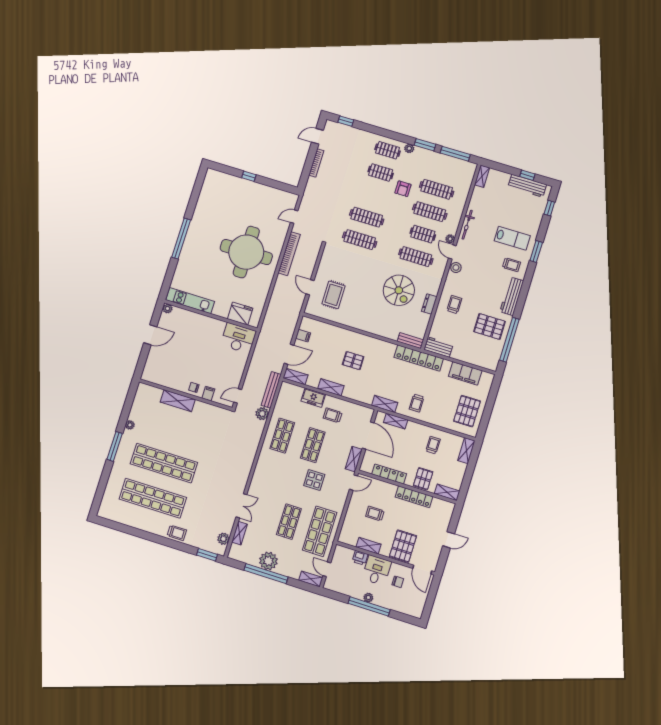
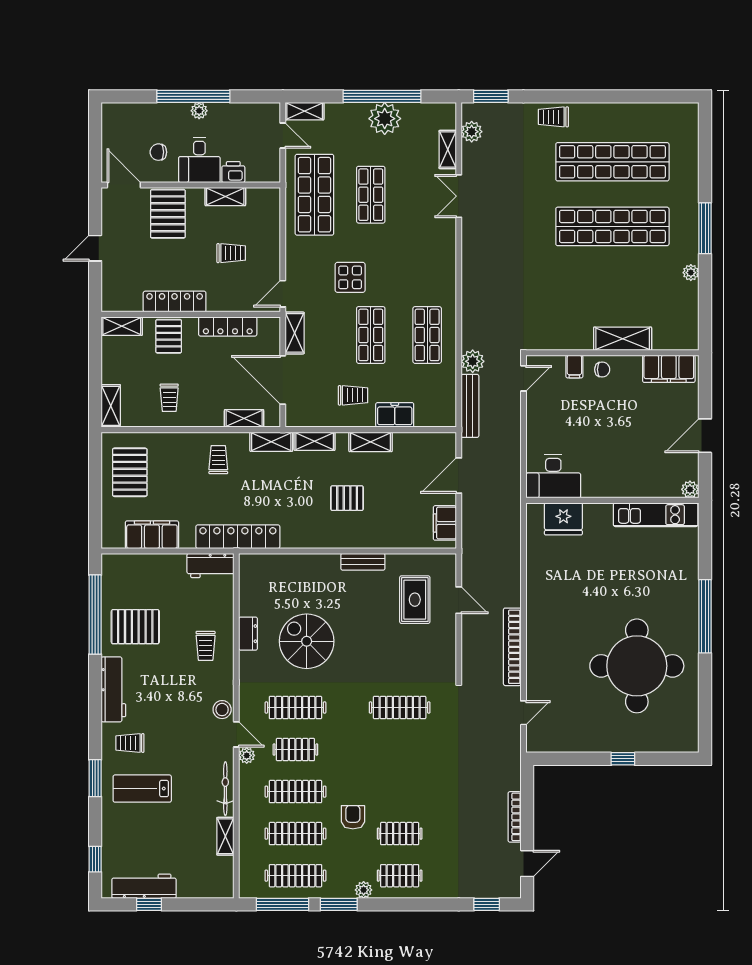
shelving: (482, 176) -> (225, 836), moved
clothes rail: (367, 217) -> (295, 876), moved
round table: (246, 252) -> (637, 666), moved
filing cabinet: (303, 336) -> (445, 523), width x2.00
bench: (410, 341) -> (363, 562), moved
filing cabinet: (158, 377) -> (669, 369), added
shelving: (295, 377) -> (315, 441), moved

